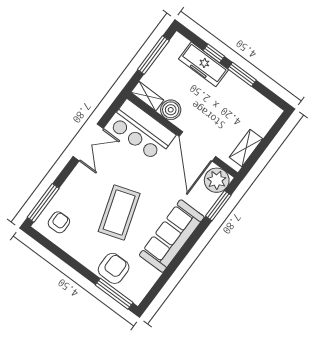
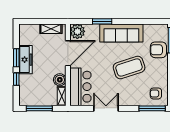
freezer: (203, 64) -> (25, 60), moved
window: (218, 206) -> (102, 21), moved

